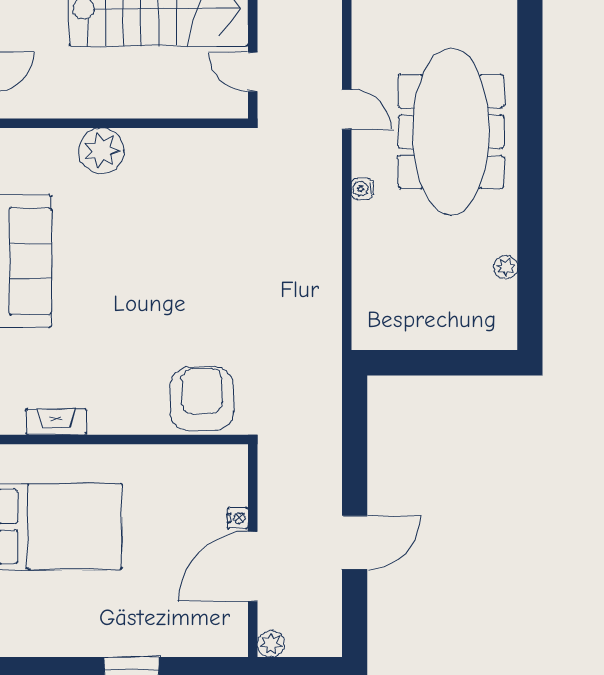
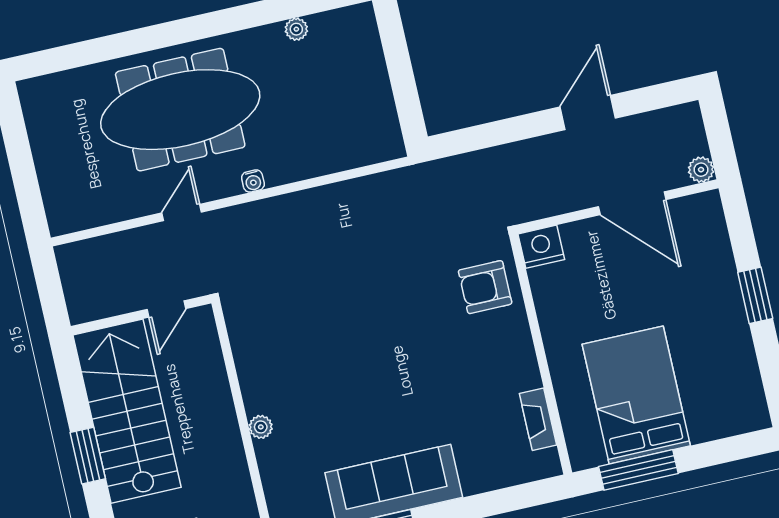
plant: (101, 151) -> (261, 427), width x0.53, depth x0.53
armchair: (202, 399) -> (485, 287), width x0.73, depth x0.73
nightstand: (238, 518) -> (541, 247), moved, width x1.89, depth x1.79
door: (355, 542) -> (588, 113), hinge flipped

